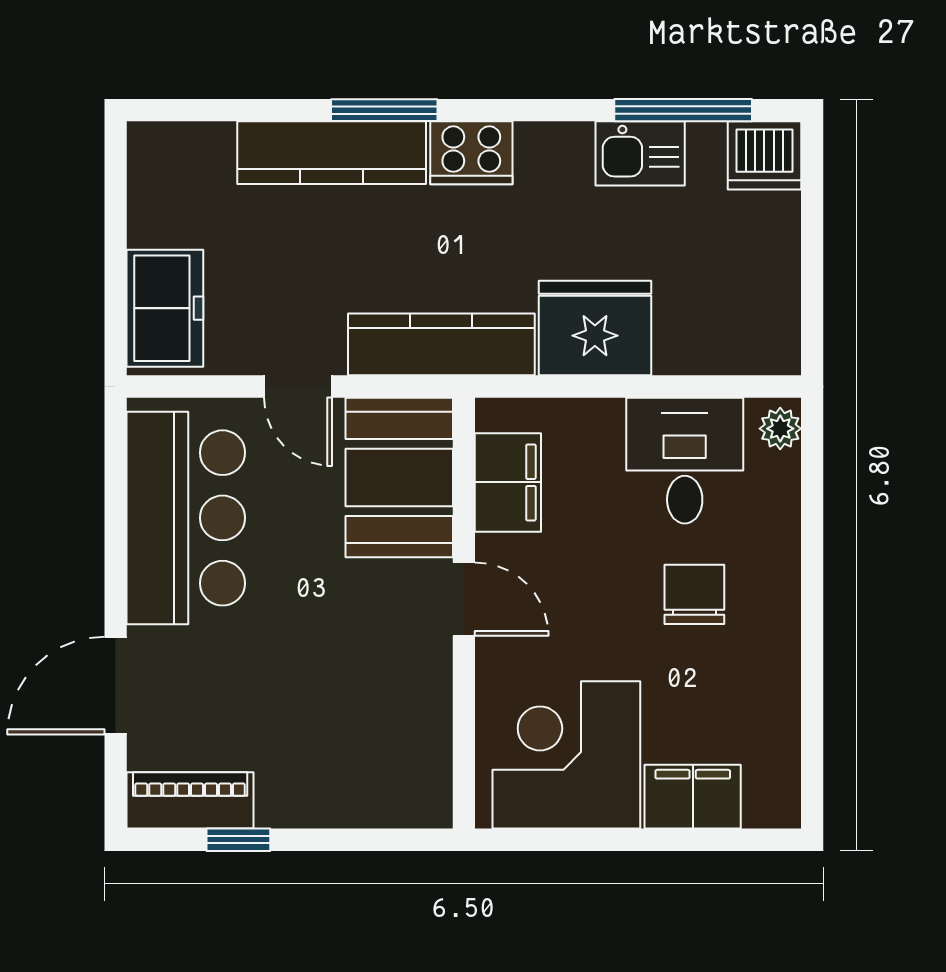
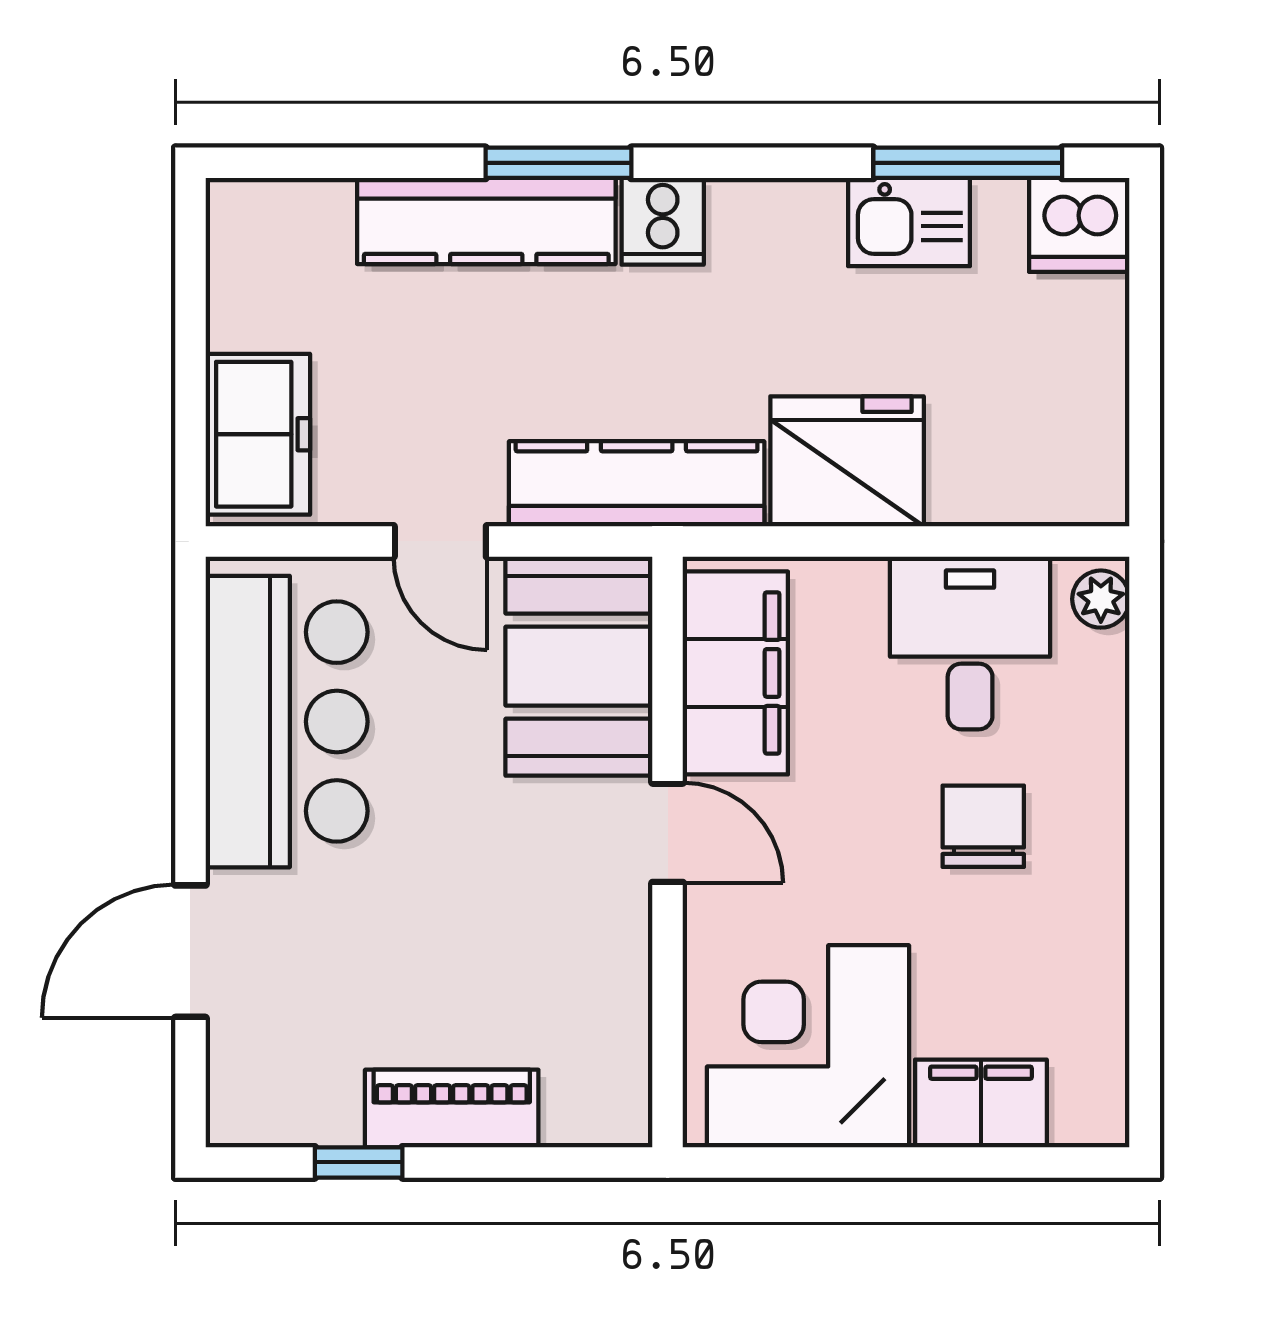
cooker: (471, 153) -> (663, 221), width x0.73
filing cabinet: (508, 482) -> (735, 673), width x1.50, depth x1.17
piano: (190, 800) -> (452, 1108), moved

